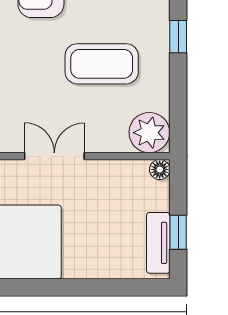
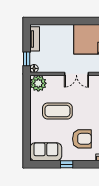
window: (178, 37) -> (27, 122), removed
window: (178, 232) -> (27, 59), moved

